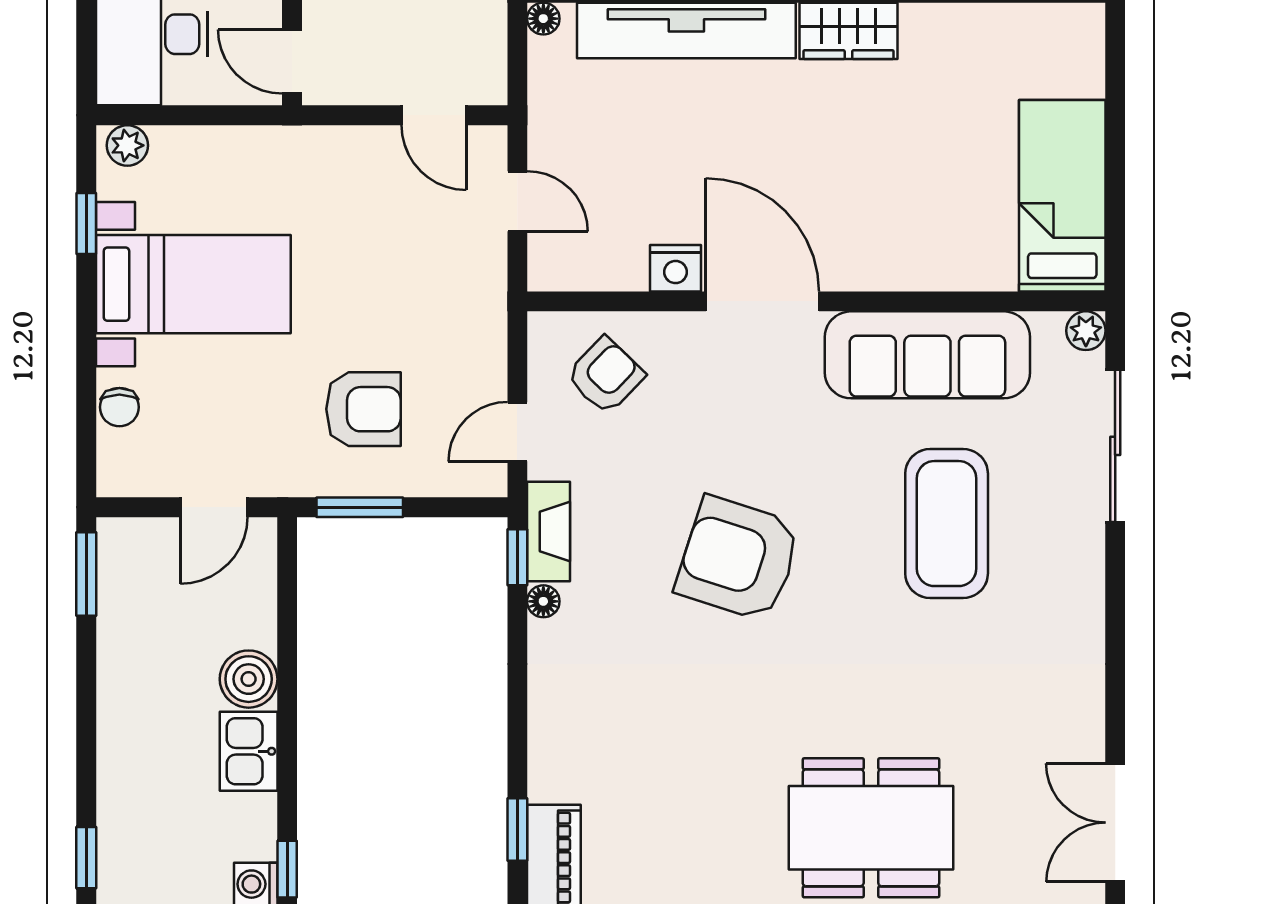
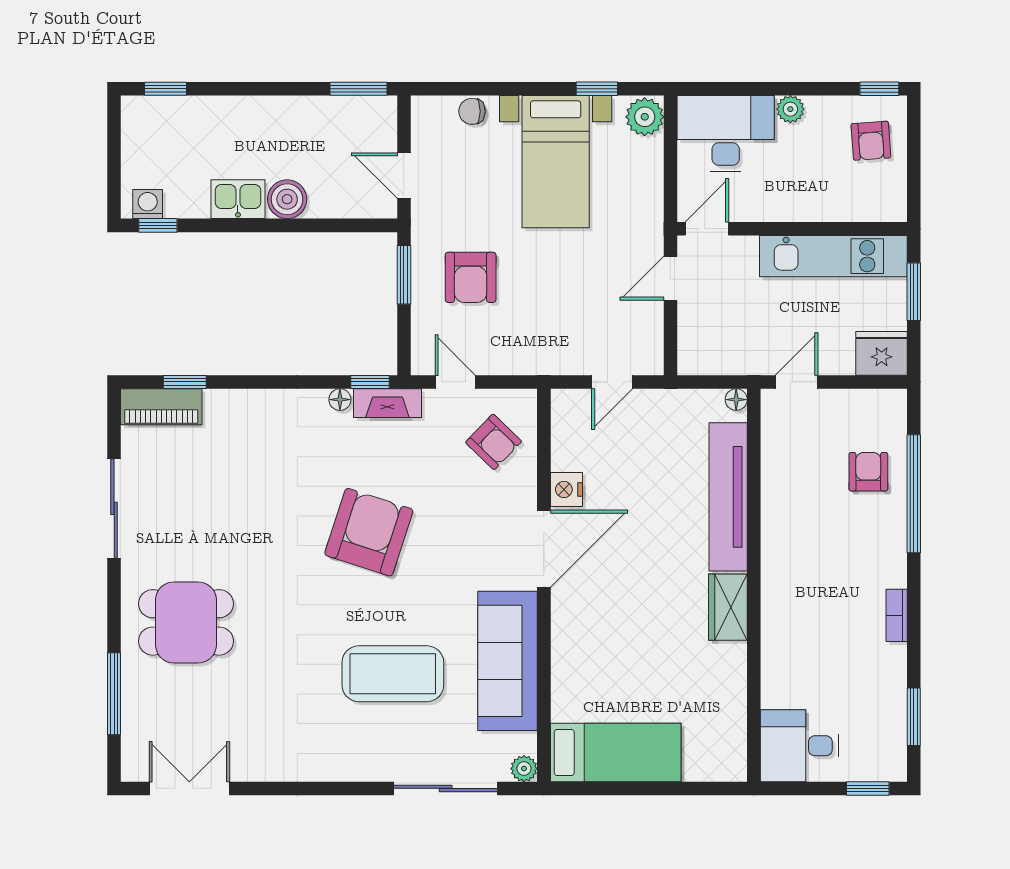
door: (434, 115) -> (670, 278), moved
plant: (127, 145) -> (645, 117), width x1.38, depth x1.38
dining table: (871, 828) -> (186, 622), width x0.73

